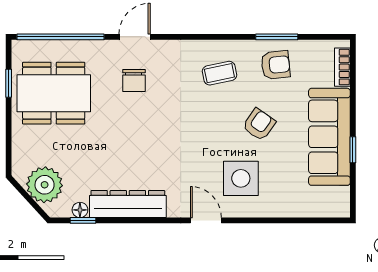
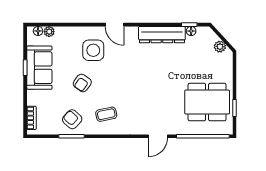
armchair: (276, 65) -> (72, 119), turned 48
chair: (134, 81) -> (158, 110), removed
sofa: (329, 137) -> (39, 68), width x0.73
plant: (45, 185) -> (220, 47), width x0.53, depth x0.53
plant: (313, 209) -> (49, 32), added
floor lamp: (332, 210) -> (38, 31), added

